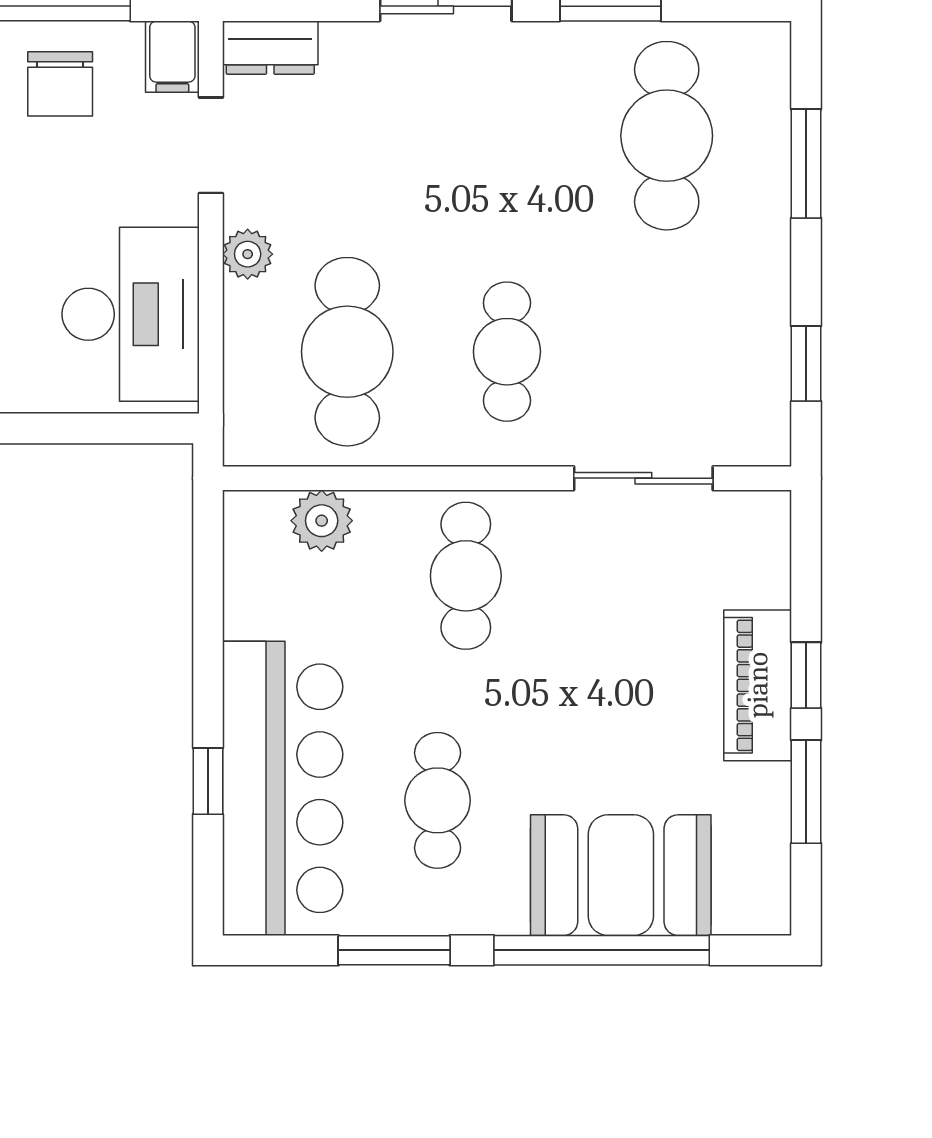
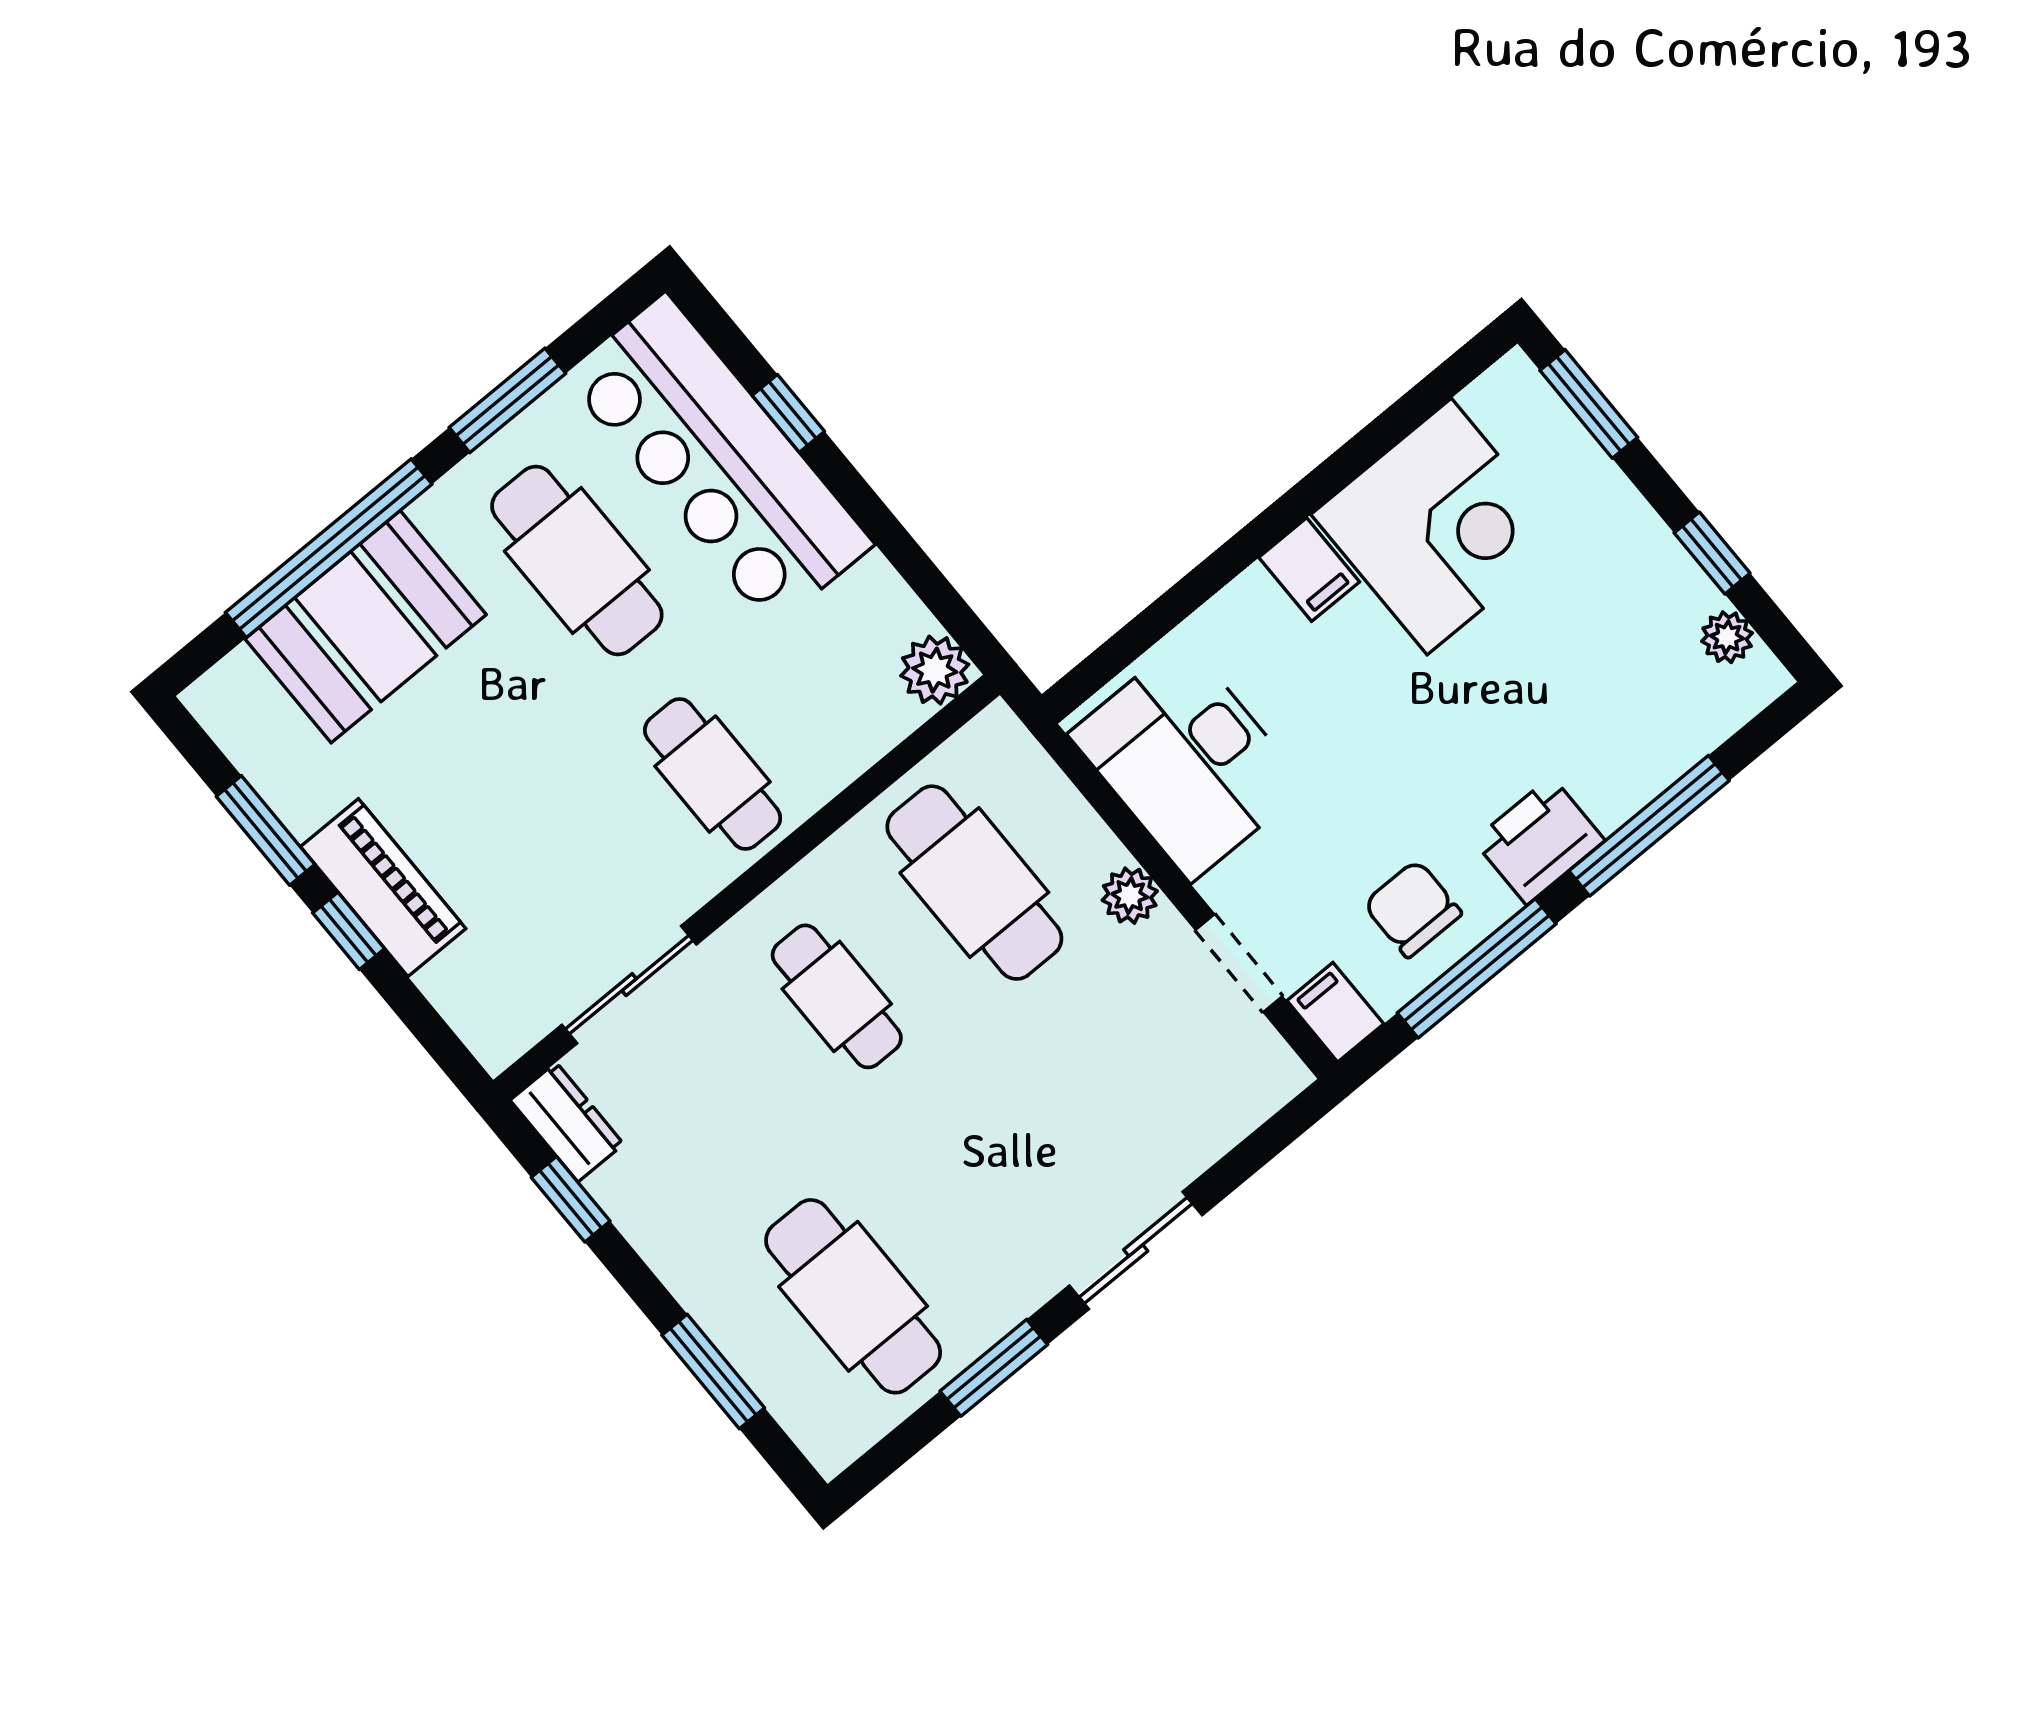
dresser: (270, 48) -> (567, 1122), moved, turned 90
plant: (322, 521) -> (935, 670), moved
cafe table: (438, 800) -> (577, 560), width x1.37, depth x1.35

